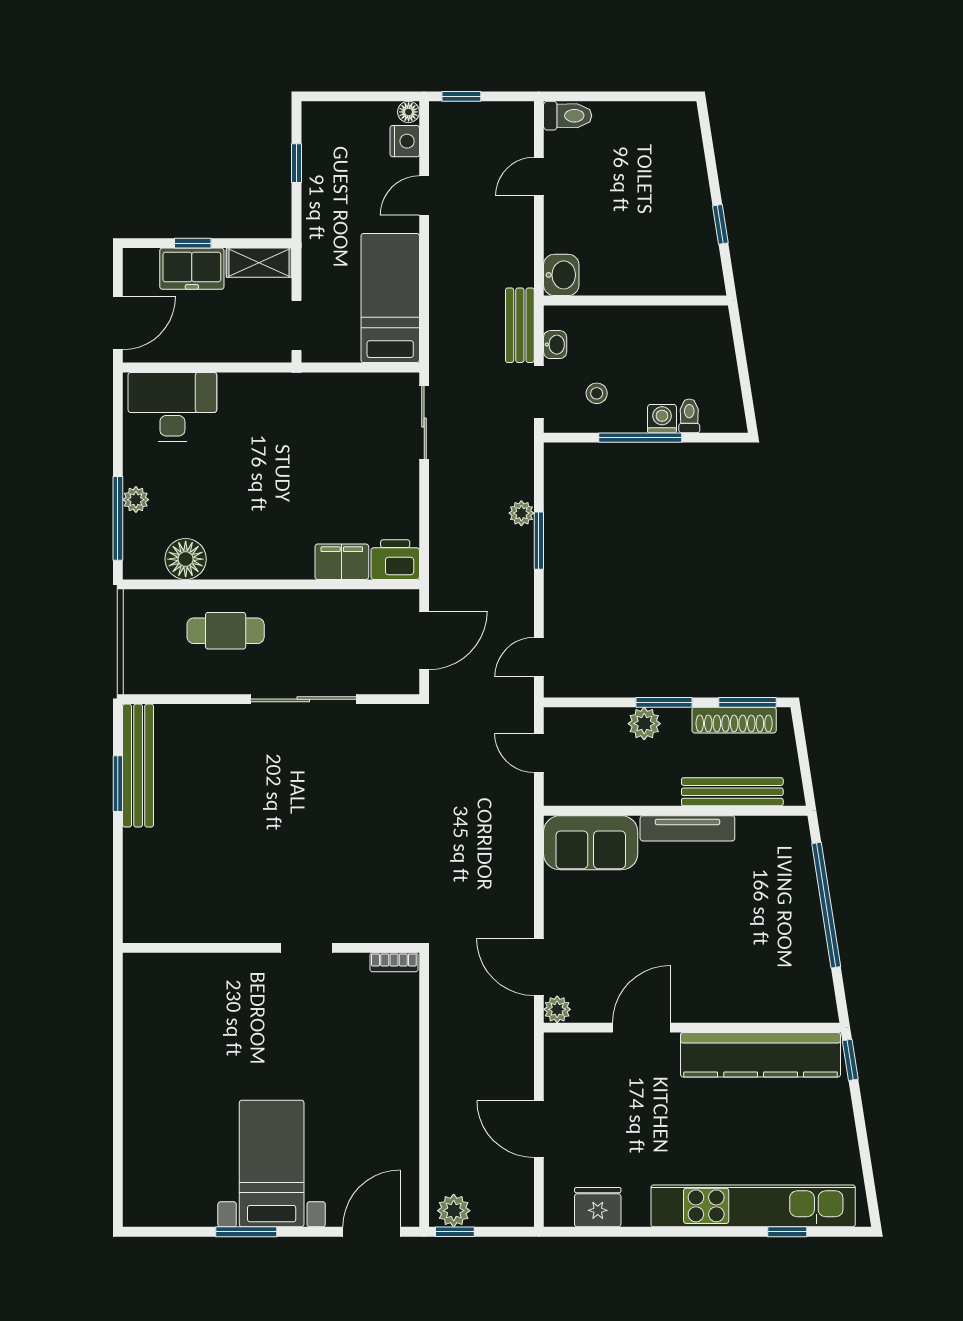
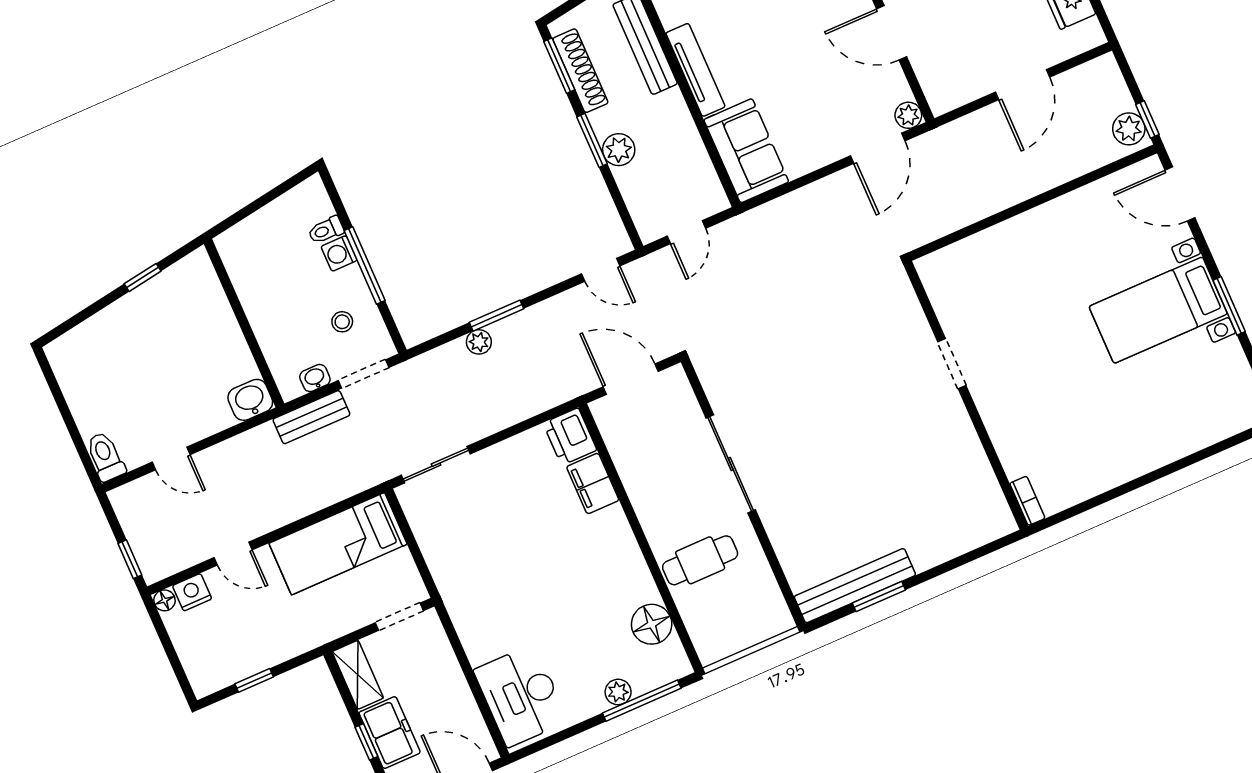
cafe table: (226, 631) -> (700, 560), turned 90
bookcase: (394, 962) -> (1027, 501), moved

